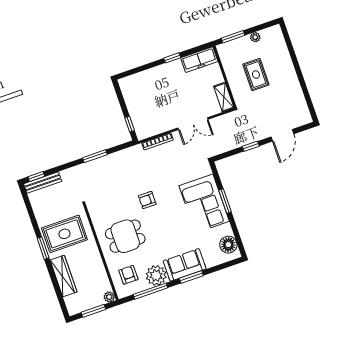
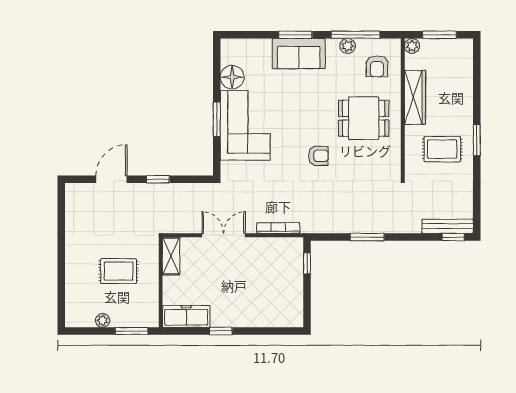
rug: (256, 75) -> (119, 271), turned 90
rug: (64, 234) -> (442, 149), width x0.73, depth x0.70
floor lamp: (228, 245) -> (232, 77), moved
plant: (156, 275) -> (348, 46), width x0.53, depth x0.53
wardrobe: (64, 276) -> (415, 97), moved, turned 180

